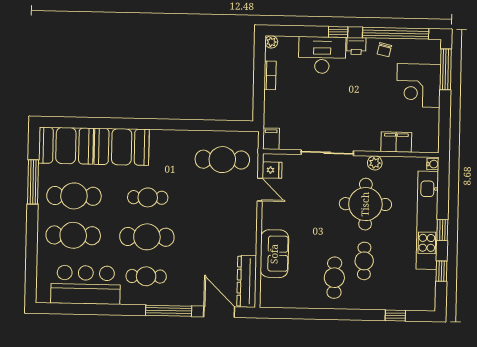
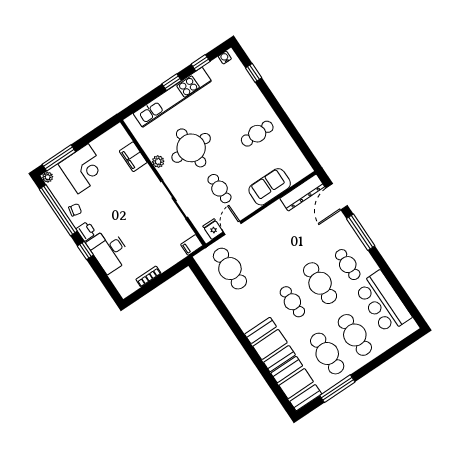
plant: (271, 42) -> (48, 177), moved
water cooler: (433, 164) -> (225, 58), moved
cafe table: (364, 261) -> (219, 189), moved, turned 90

